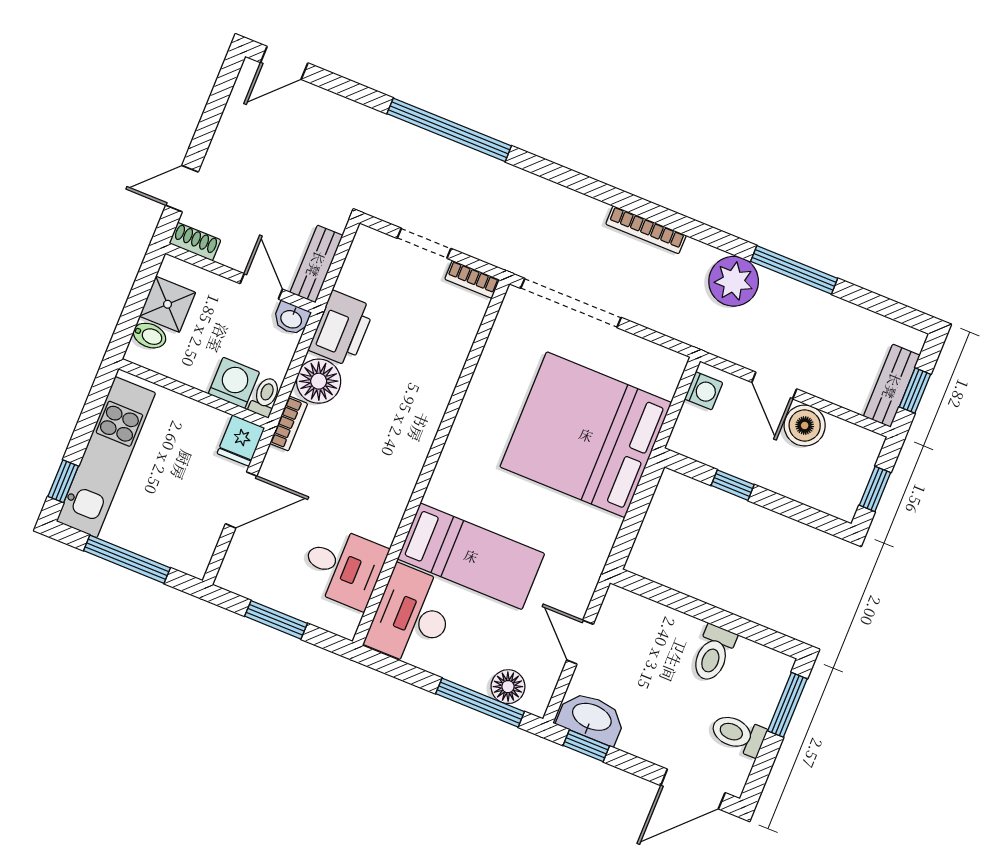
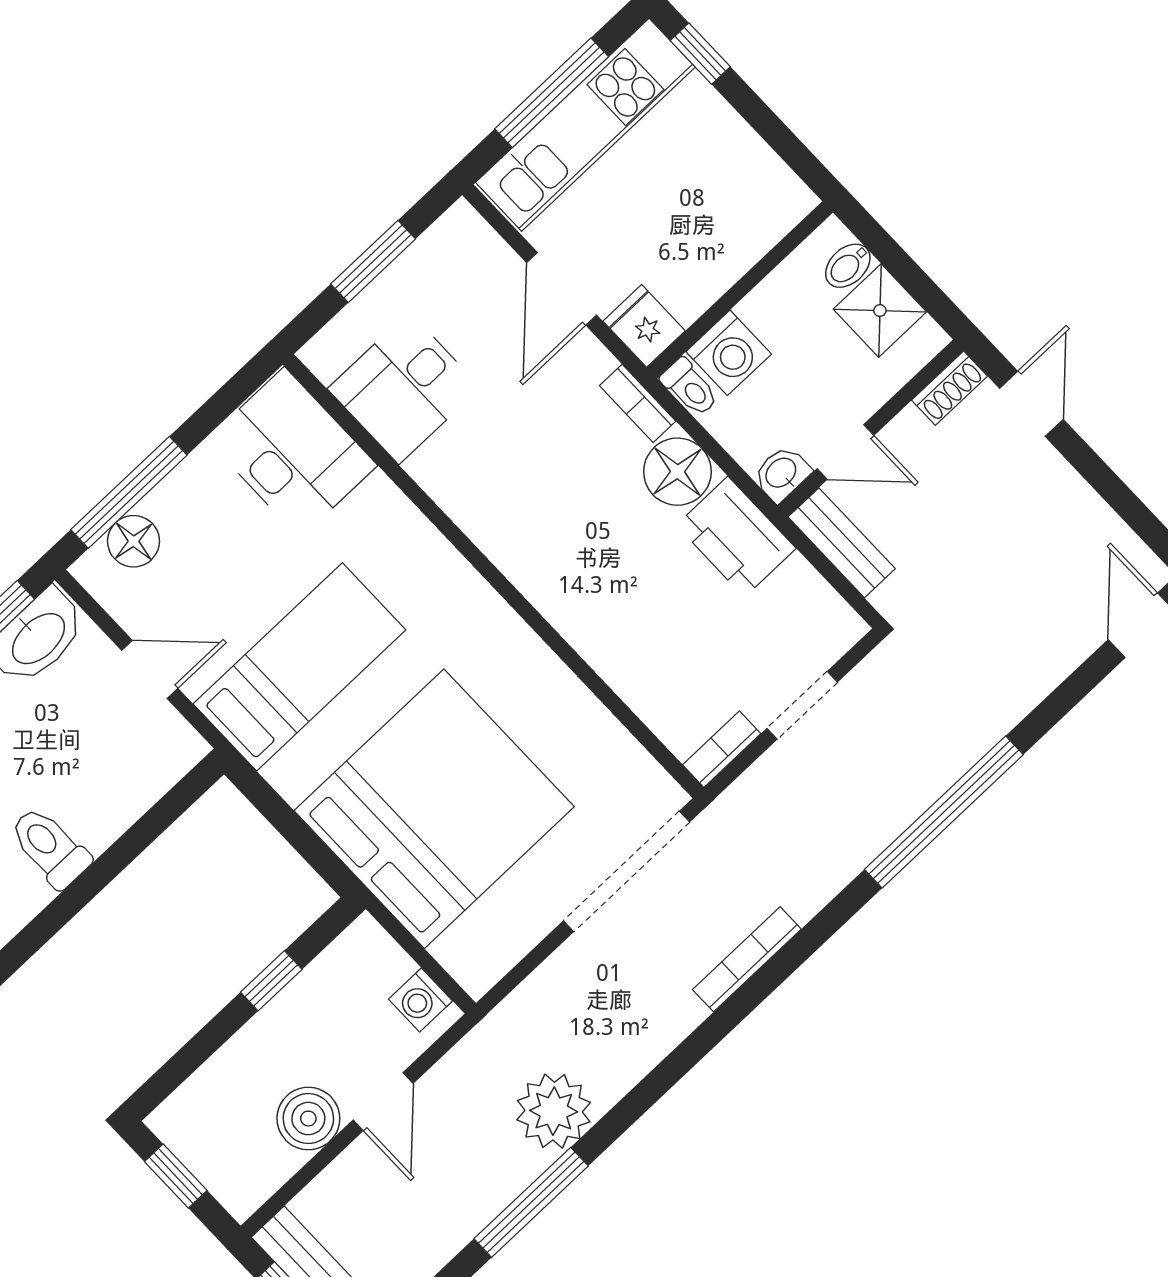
bookcase: (646, 230) -> (747, 959), moved
door: (774, 386) -> (383, 1102), swing flipped
kitchen unit: (106, 457) -> (585, 125), moved, turned -90
bed: (471, 556) -> (299, 667), moved, turned 180

